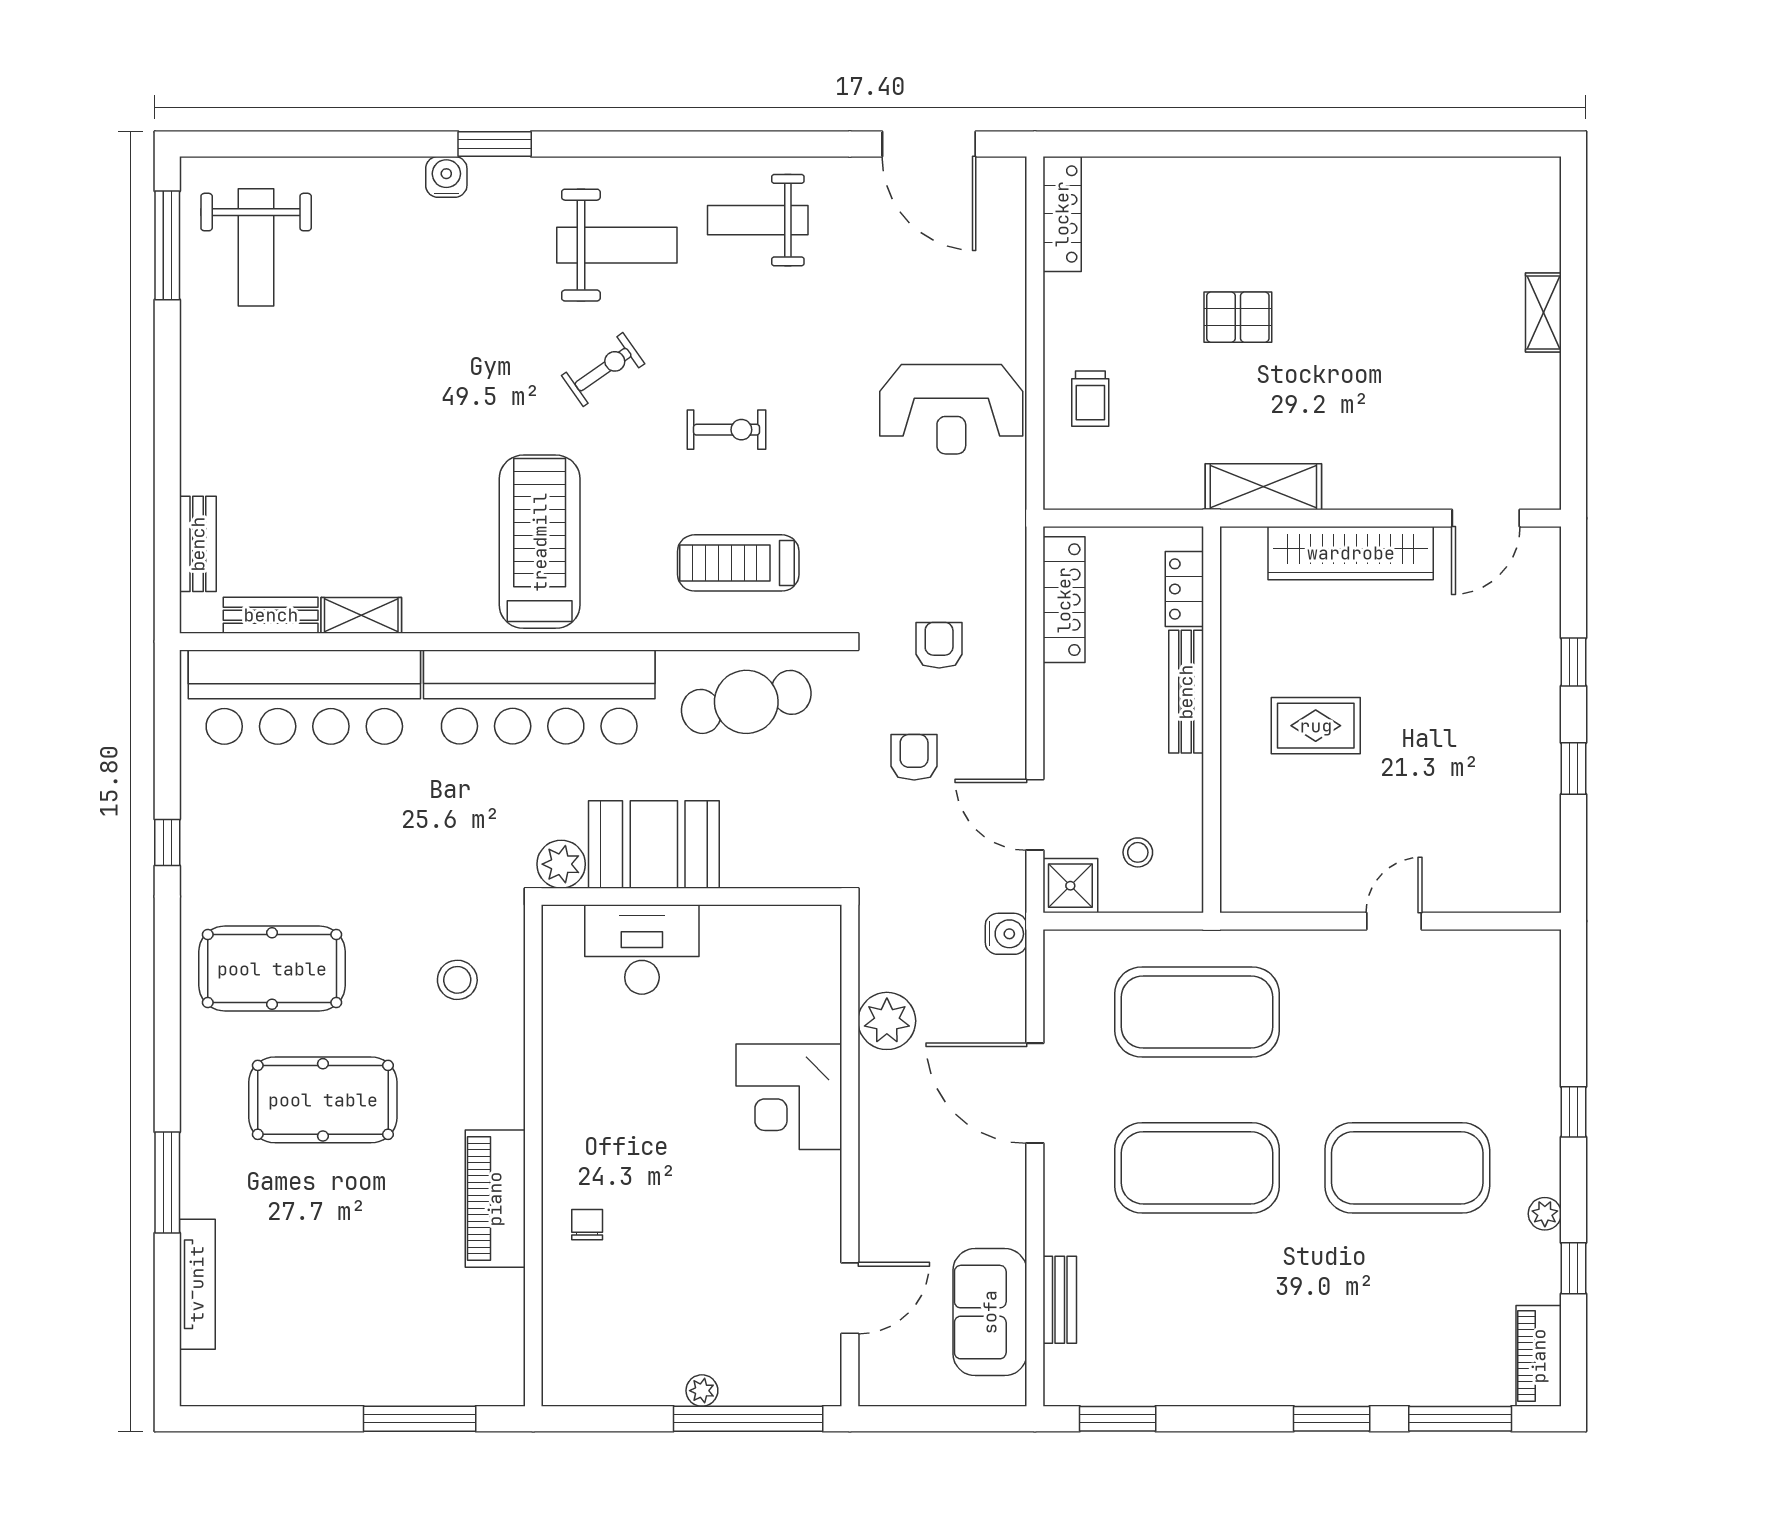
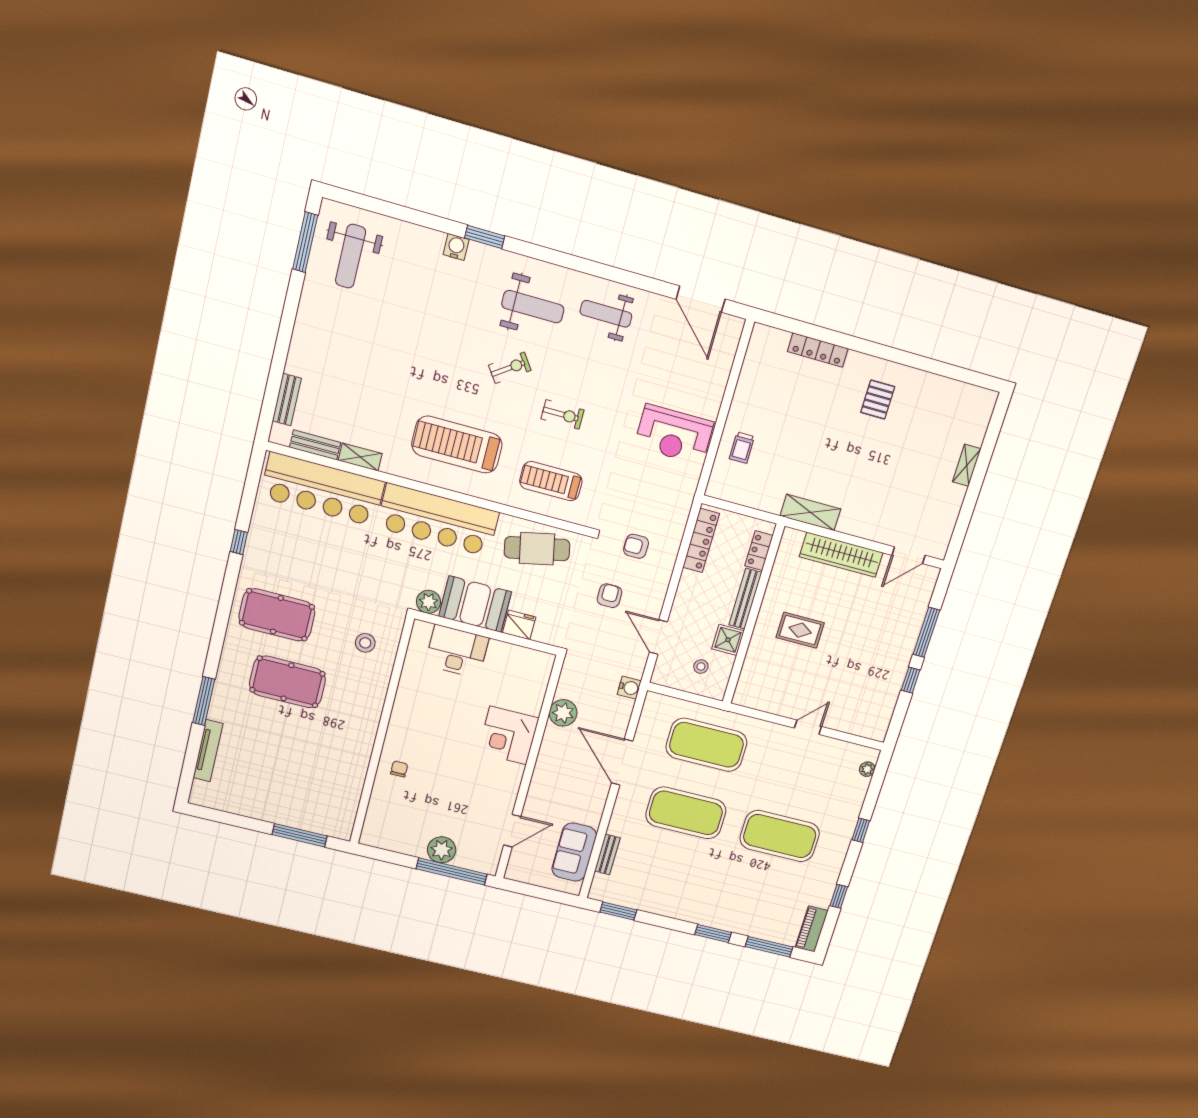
locker: (1062, 214) -> (818, 350), moved, turned 90
pallet: (1238, 317) -> (878, 400), moved, turned 90
treadmill: (540, 542) -> (457, 445), turned -90
armchair: (939, 645) -> (636, 546), turned -90
window: (1574, 662) -> (926, 632), width x2.17
fridge: (751, 863) -> (519, 625), added
shower: (1070, 886) -> (728, 640), moved
piano: (495, 1199) -> (359, 747), removed
plant: (1545, 1214) -> (867, 769), moved
plant: (702, 1391) -> (442, 850), width x1.87, depth x1.87

